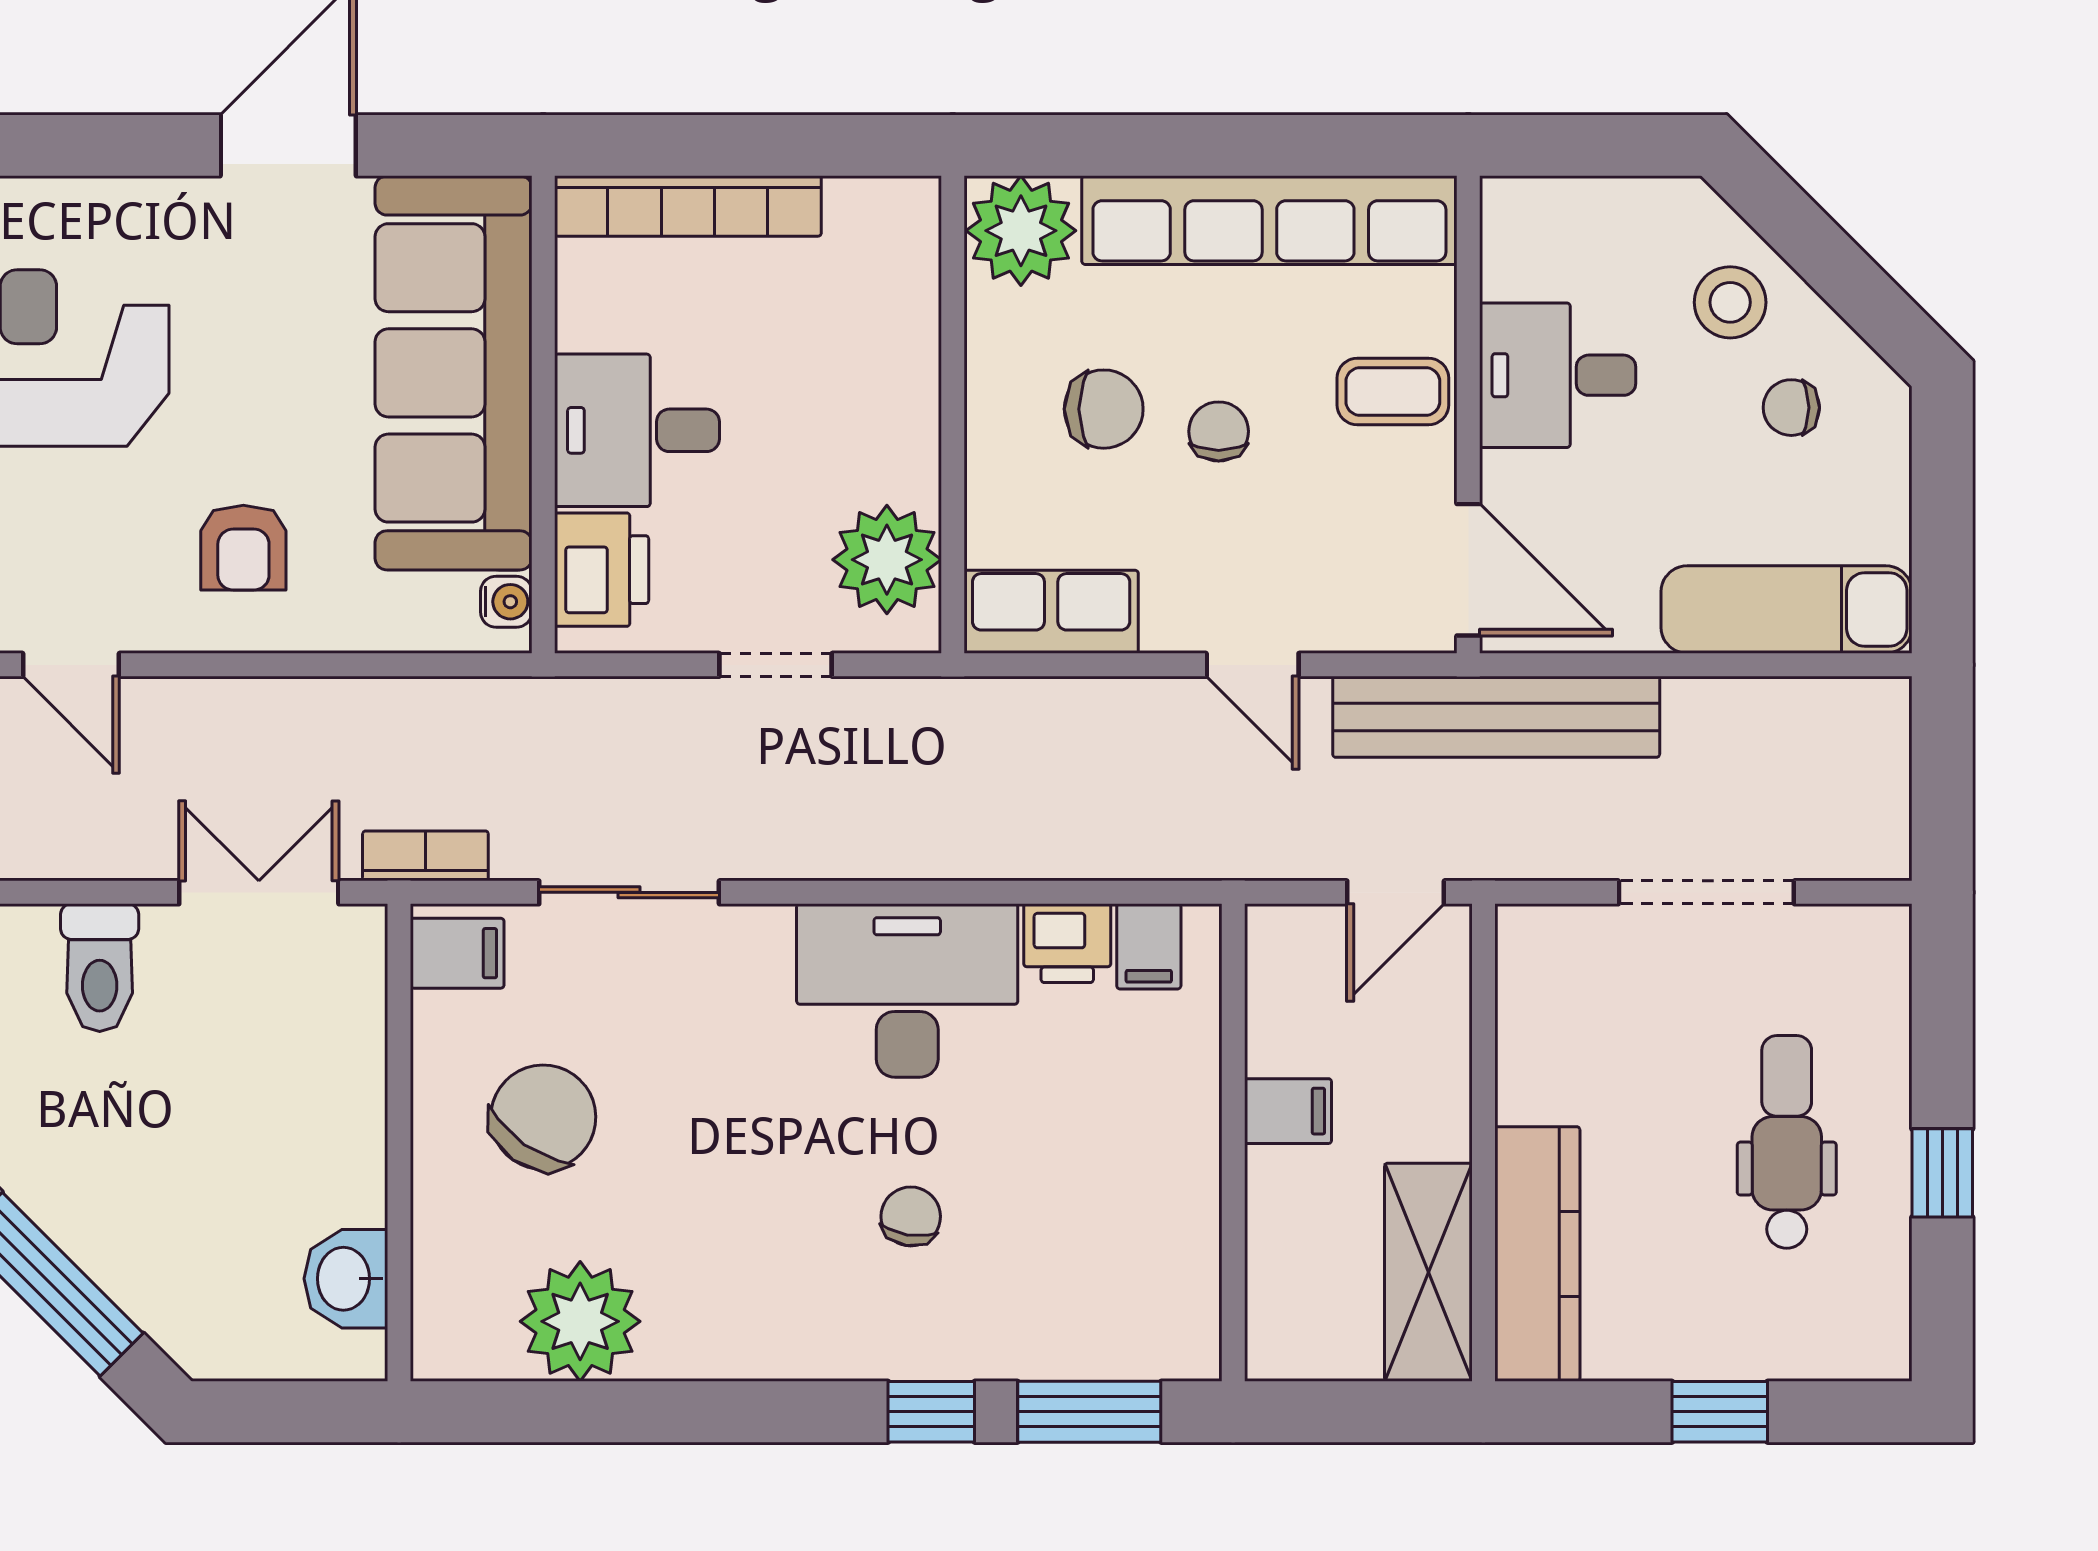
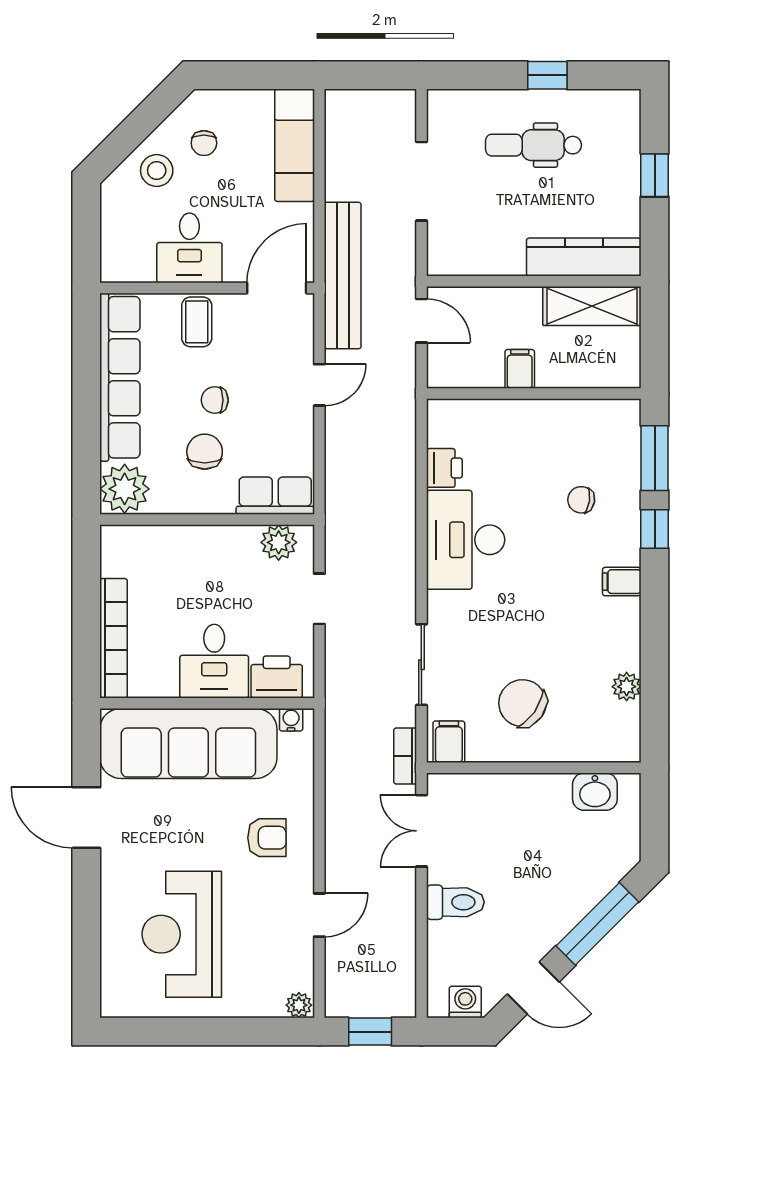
plant: (887, 560) -> (279, 542), width x0.73, depth x0.73
row of seats: (1051, 612) -> (275, 496), moved, turned 90
filing cabinet: (1149, 946) -> (622, 582), moved, turned 180
chair: (911, 1216) -> (581, 500), moved
plant: (580, 1321) -> (627, 687), width x0.53, depth x0.53

